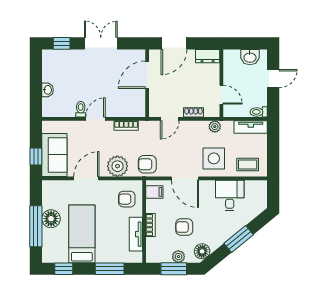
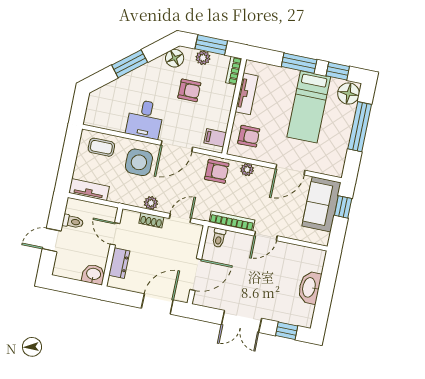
dresser: (208, 56) -> (119, 263), moved, turned 90
washbasin: (250, 57) -> (93, 274), moved
washbasin: (48, 90) -> (309, 287), width x1.91, depth x1.45
toilet: (81, 109) -> (219, 238), moved
toilet: (259, 112) -> (73, 222), moved
bookcase: (126, 126) -> (232, 221), width x1.56
plant: (215, 127) -> (151, 203), moved
plant: (117, 166) -> (247, 170), width x0.53, depth x0.53
door: (185, 178) -> (177, 146), swing flipped
desk: (230, 195) -> (145, 119), moved
floor lamp: (51, 219) -> (348, 94), moved
bookcase: (151, 225) -> (234, 71), moved
window: (110, 269) -> (299, 63), moved

